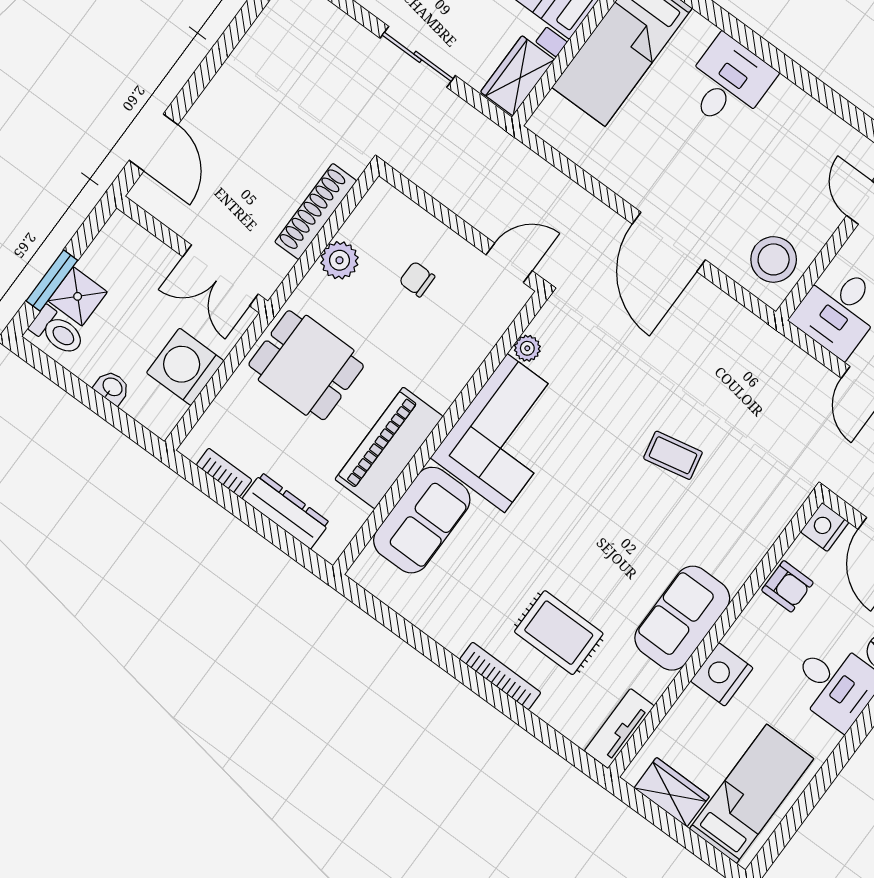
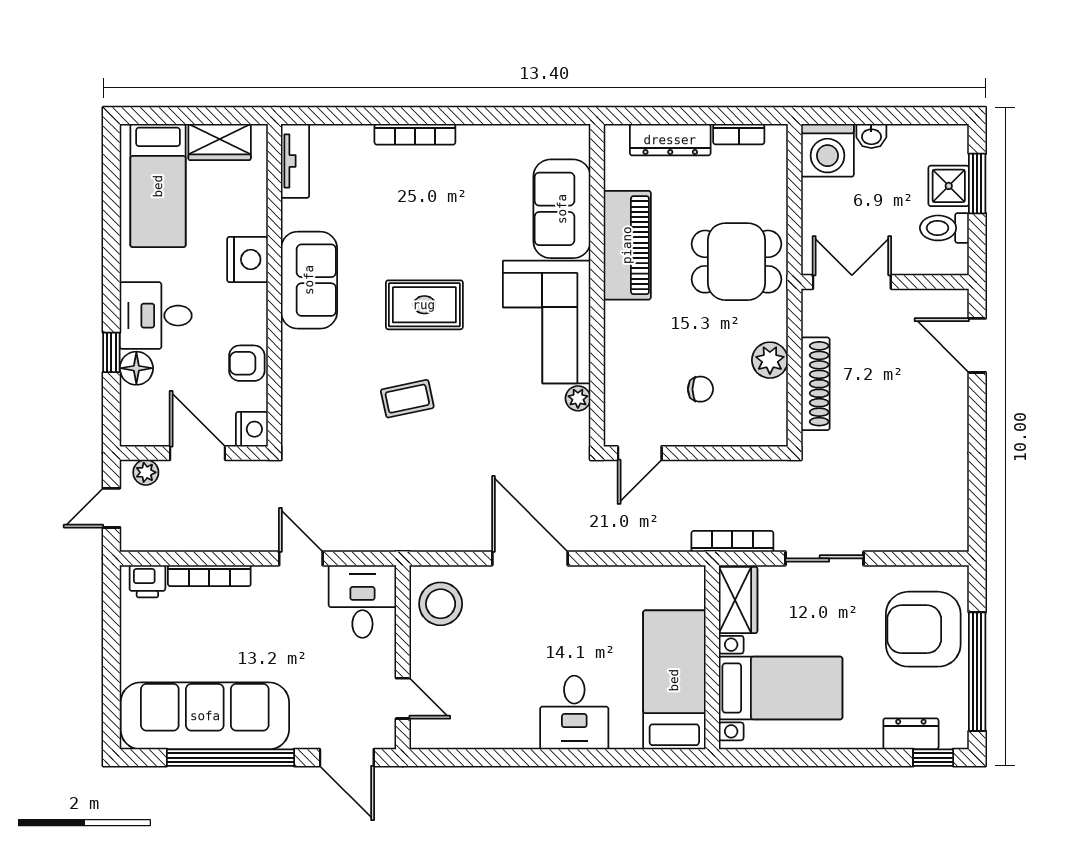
bookcase: (486, 129) -> (732, 541), added
toilet: (58, 331) -> (944, 228), moved
washing machine: (185, 367) -> (827, 150), moved, turned 90
rug: (559, 633) -> (424, 305), moved

